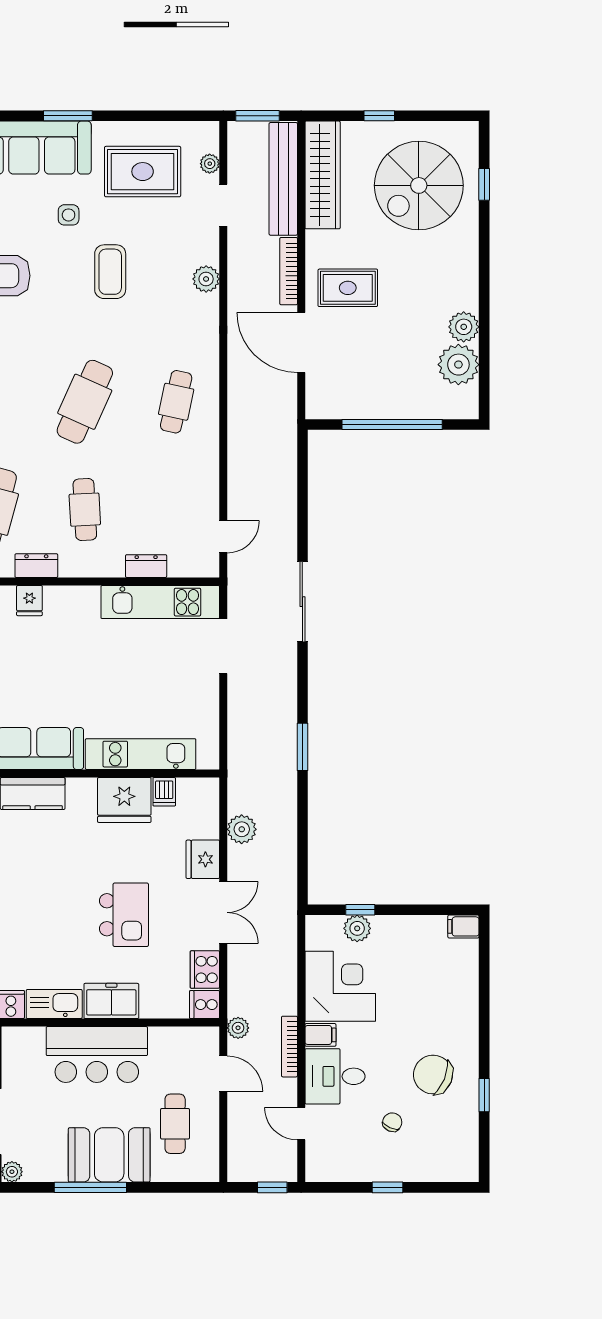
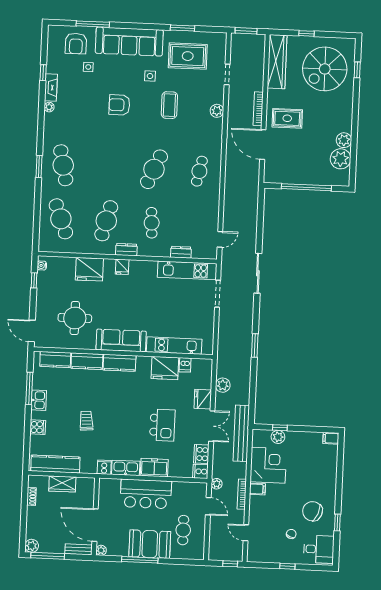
window: (68, 116) -> (182, 28), moved
plant: (210, 164) -> (221, 54), removed
bench: (283, 179) -> (241, 433), moved
desk: (335, 1076) -> (319, 549), moved, turned 180

